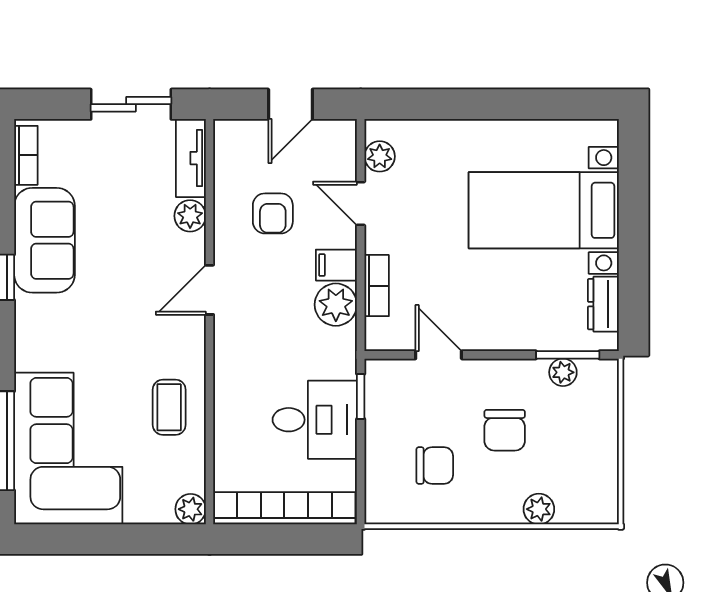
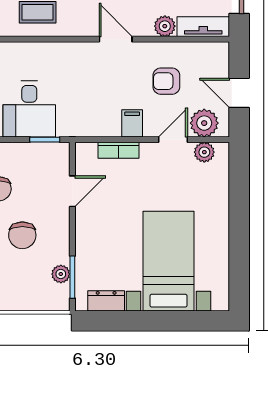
plant: (336, 305) -> (204, 123), moved
chair: (505, 430) -> (22, 235), turned -90

